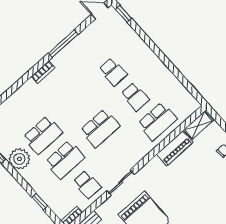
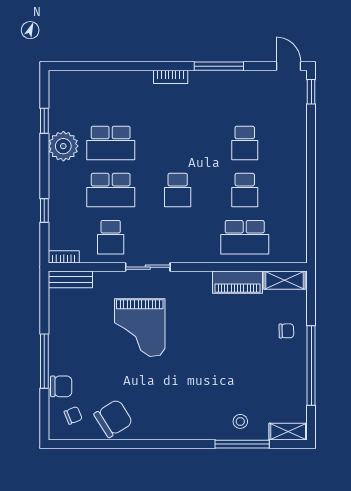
school desk: (100, 128) -> (178, 190), width x0.54

